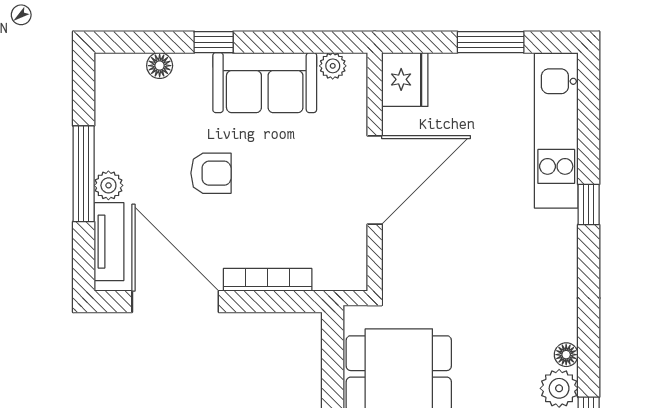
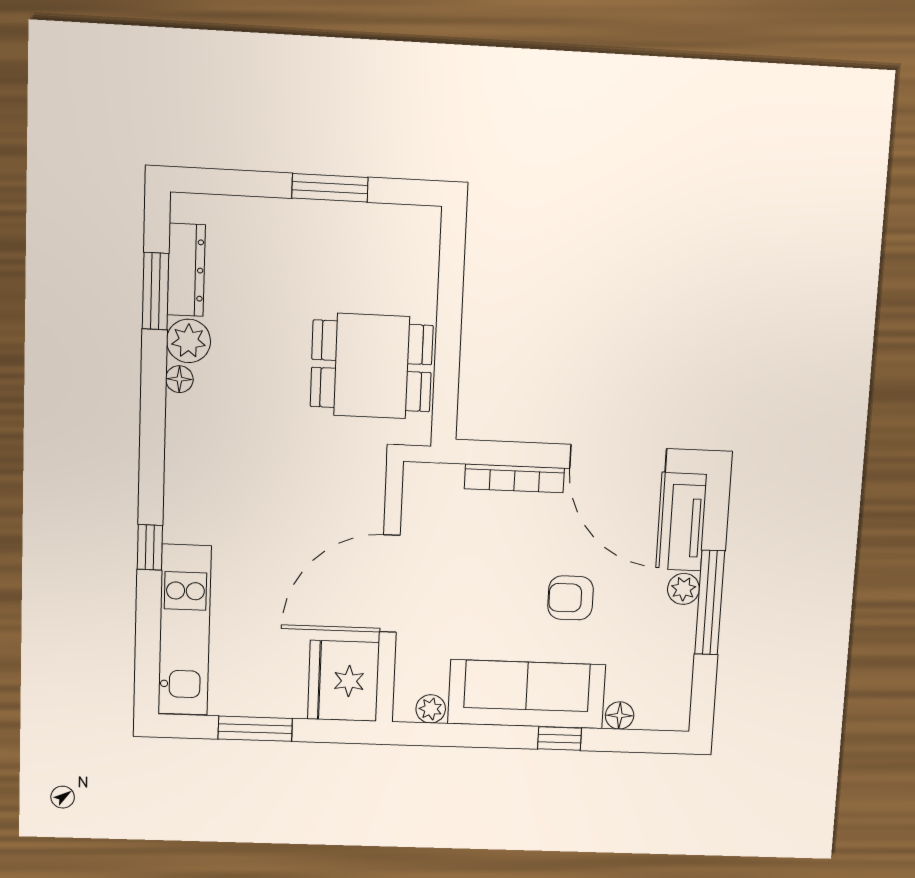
fridge: (405, 79) -> (343, 681), width x1.36, depth x1.34
sofa: (265, 83) -> (527, 694), width x1.36

